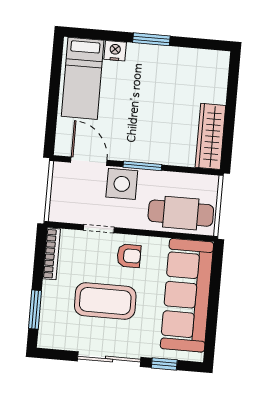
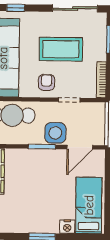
door: (89, 161) -> (80, 147), hinge flipped
armchair: (129, 256) -> (47, 82), turned 90
sliding door: (109, 359) -> (75, 8), moved

